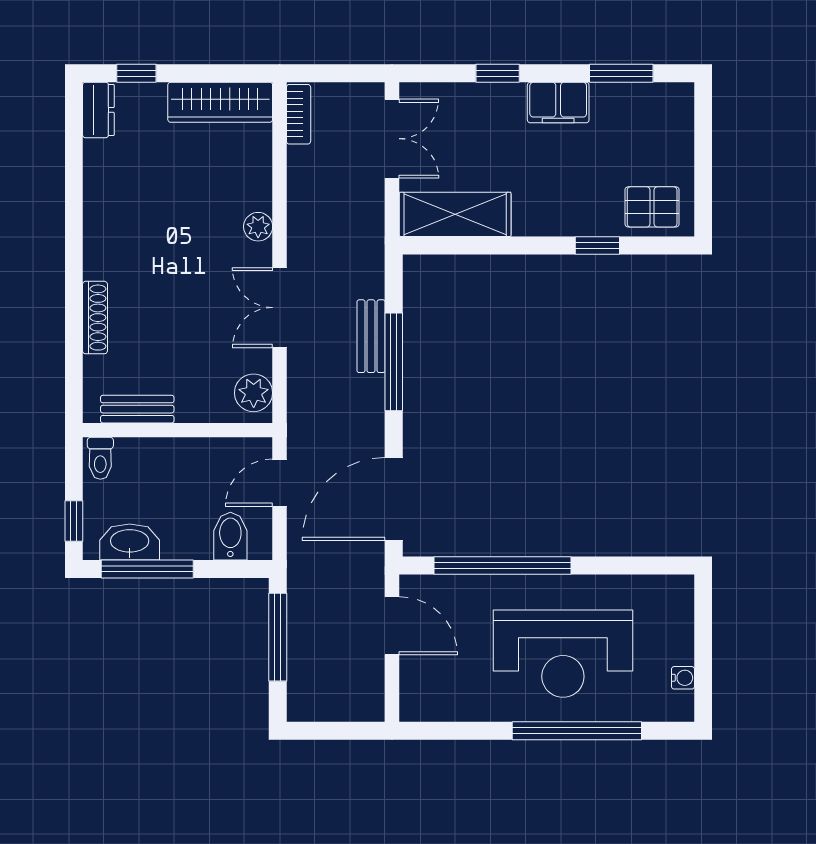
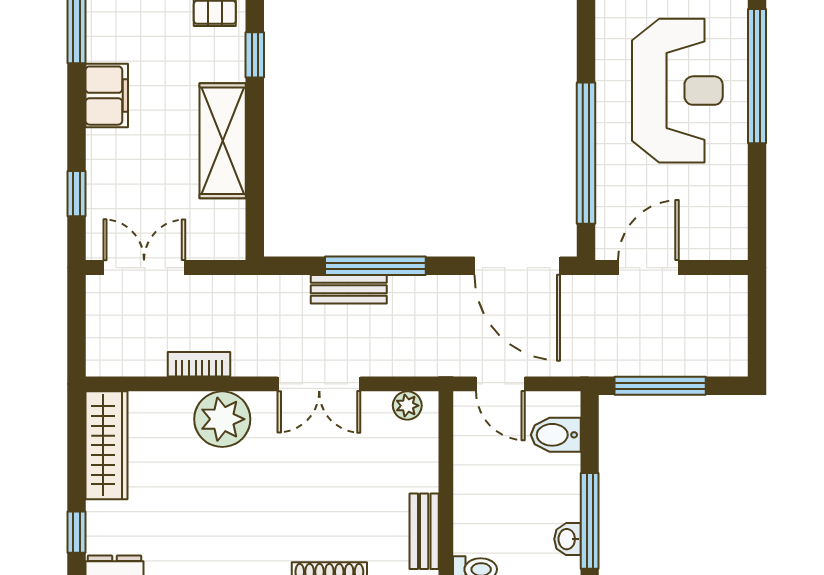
window: (498, 73) -> (77, 194), moved
bookcase: (299, 114) -> (199, 364), moved
shelving: (455, 214) -> (223, 141), moved
plant: (258, 227) -> (222, 419), width x1.87, depth x1.87
plant: (254, 393) -> (407, 406), width x0.73, depth x0.73
washbasin: (130, 542) -> (568, 539), width x0.52, depth x0.69

